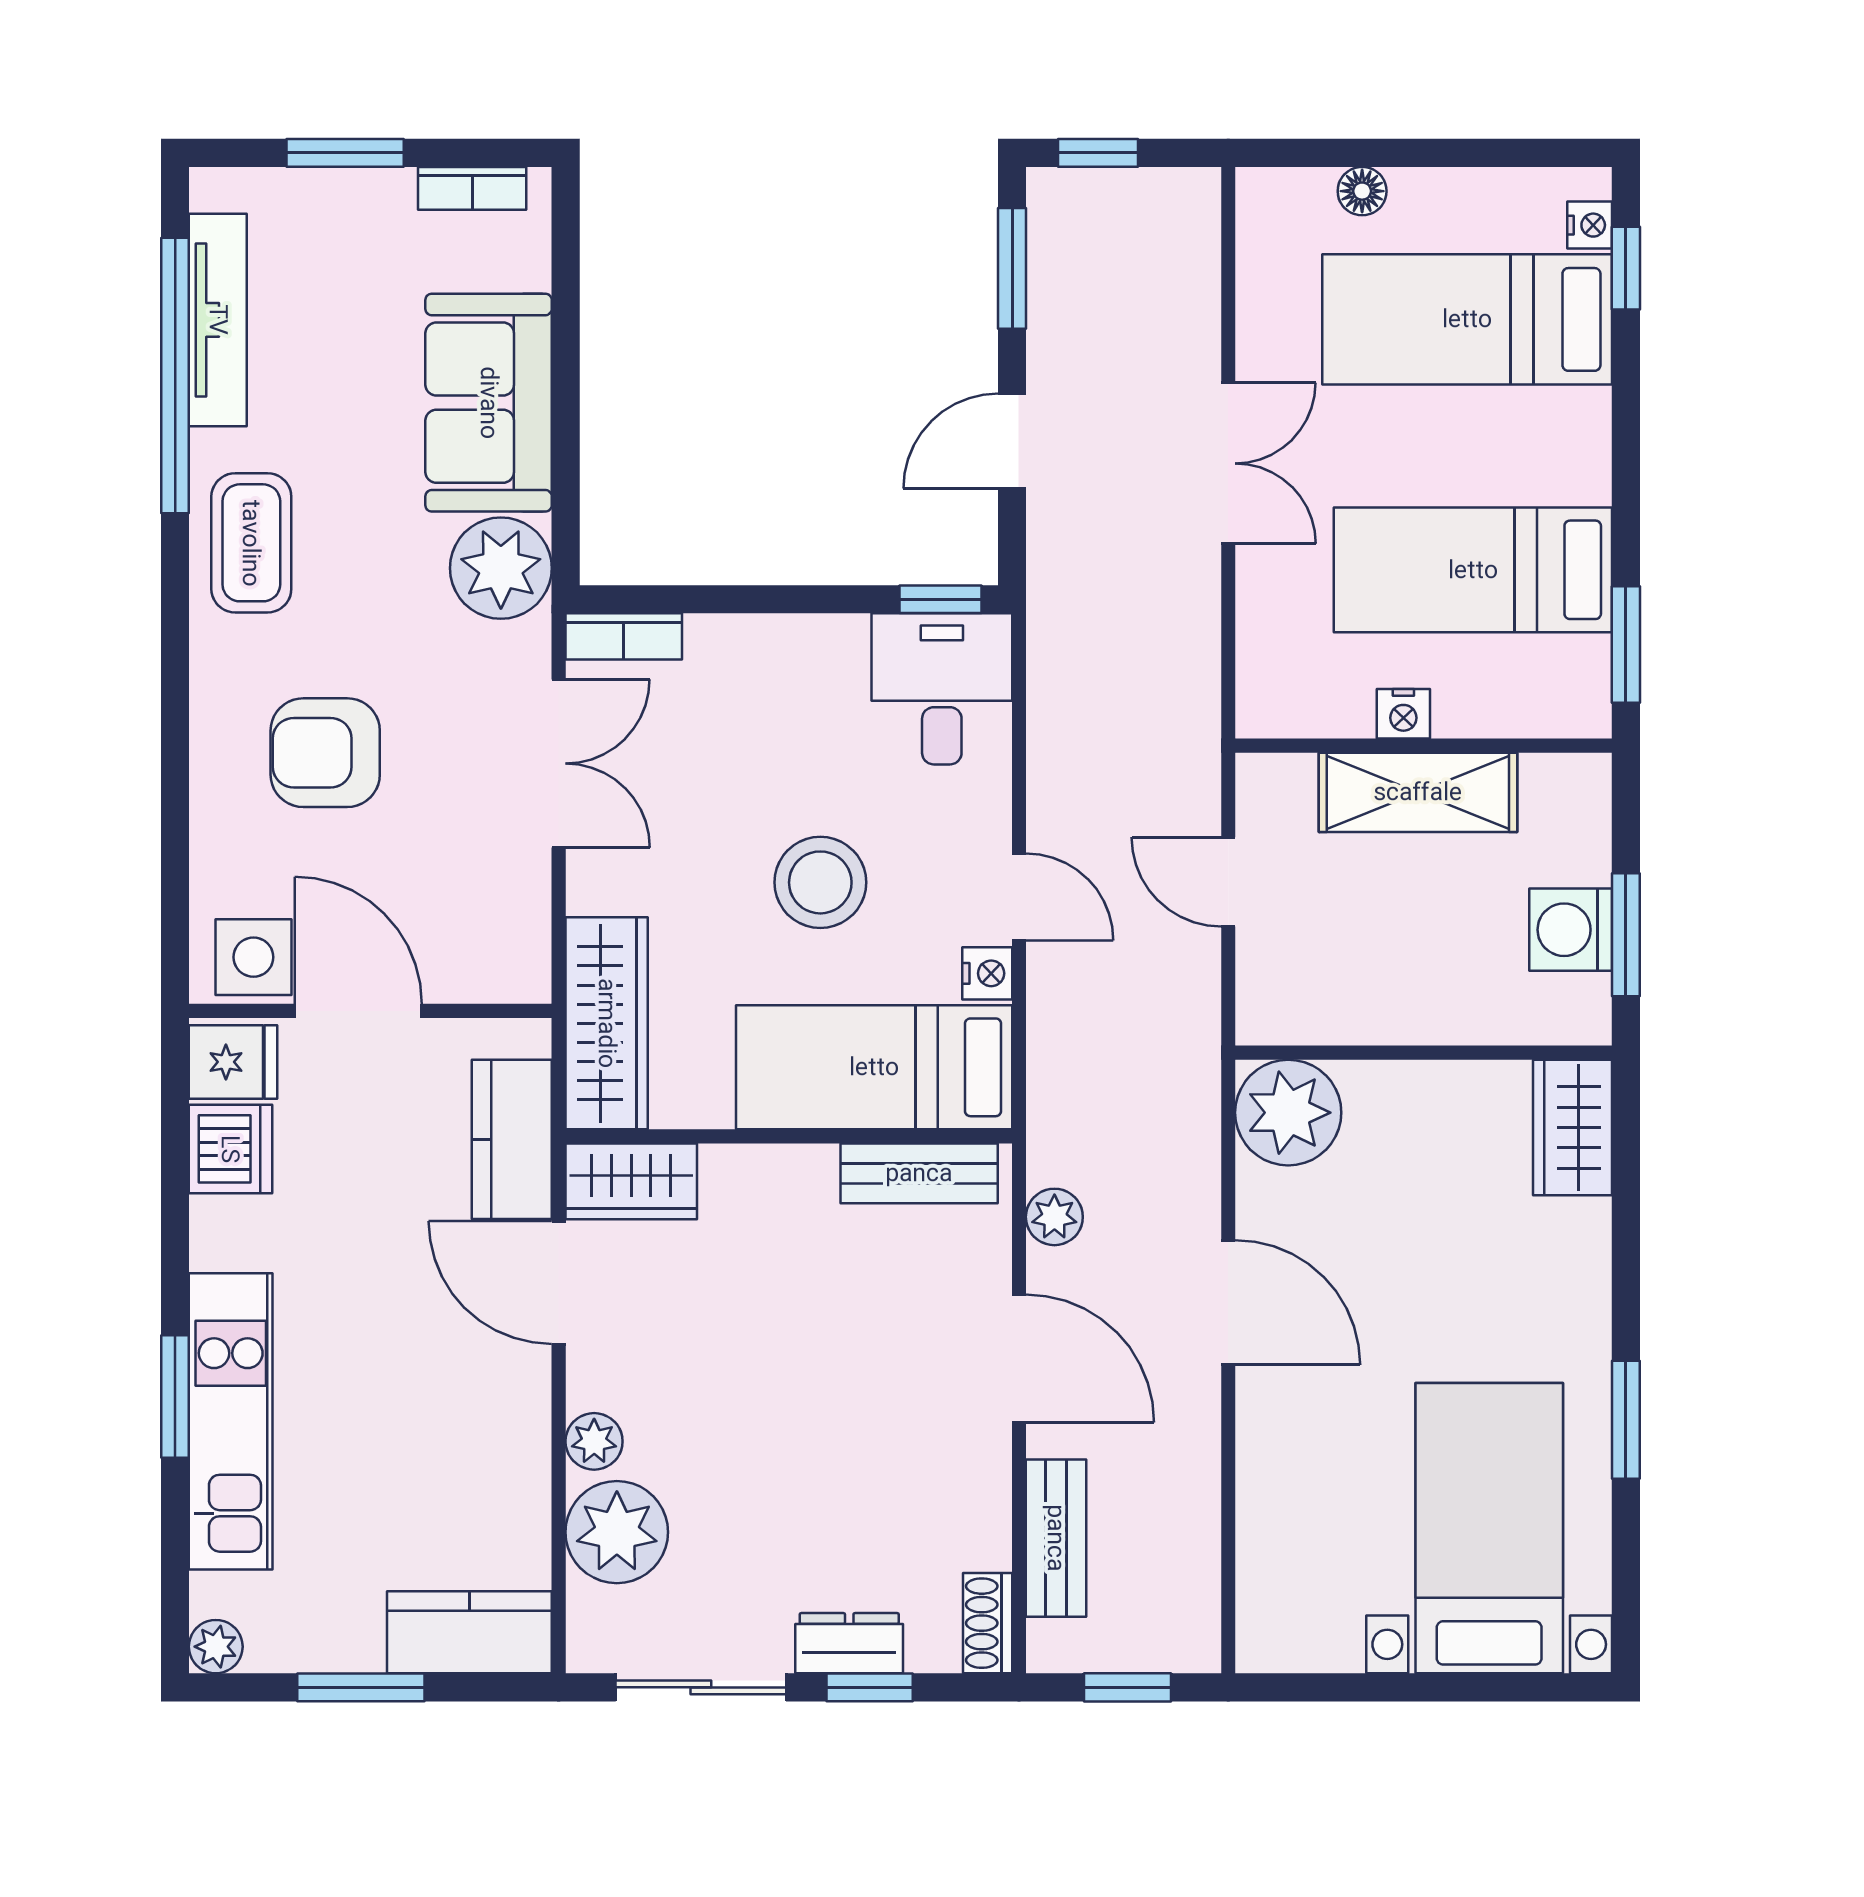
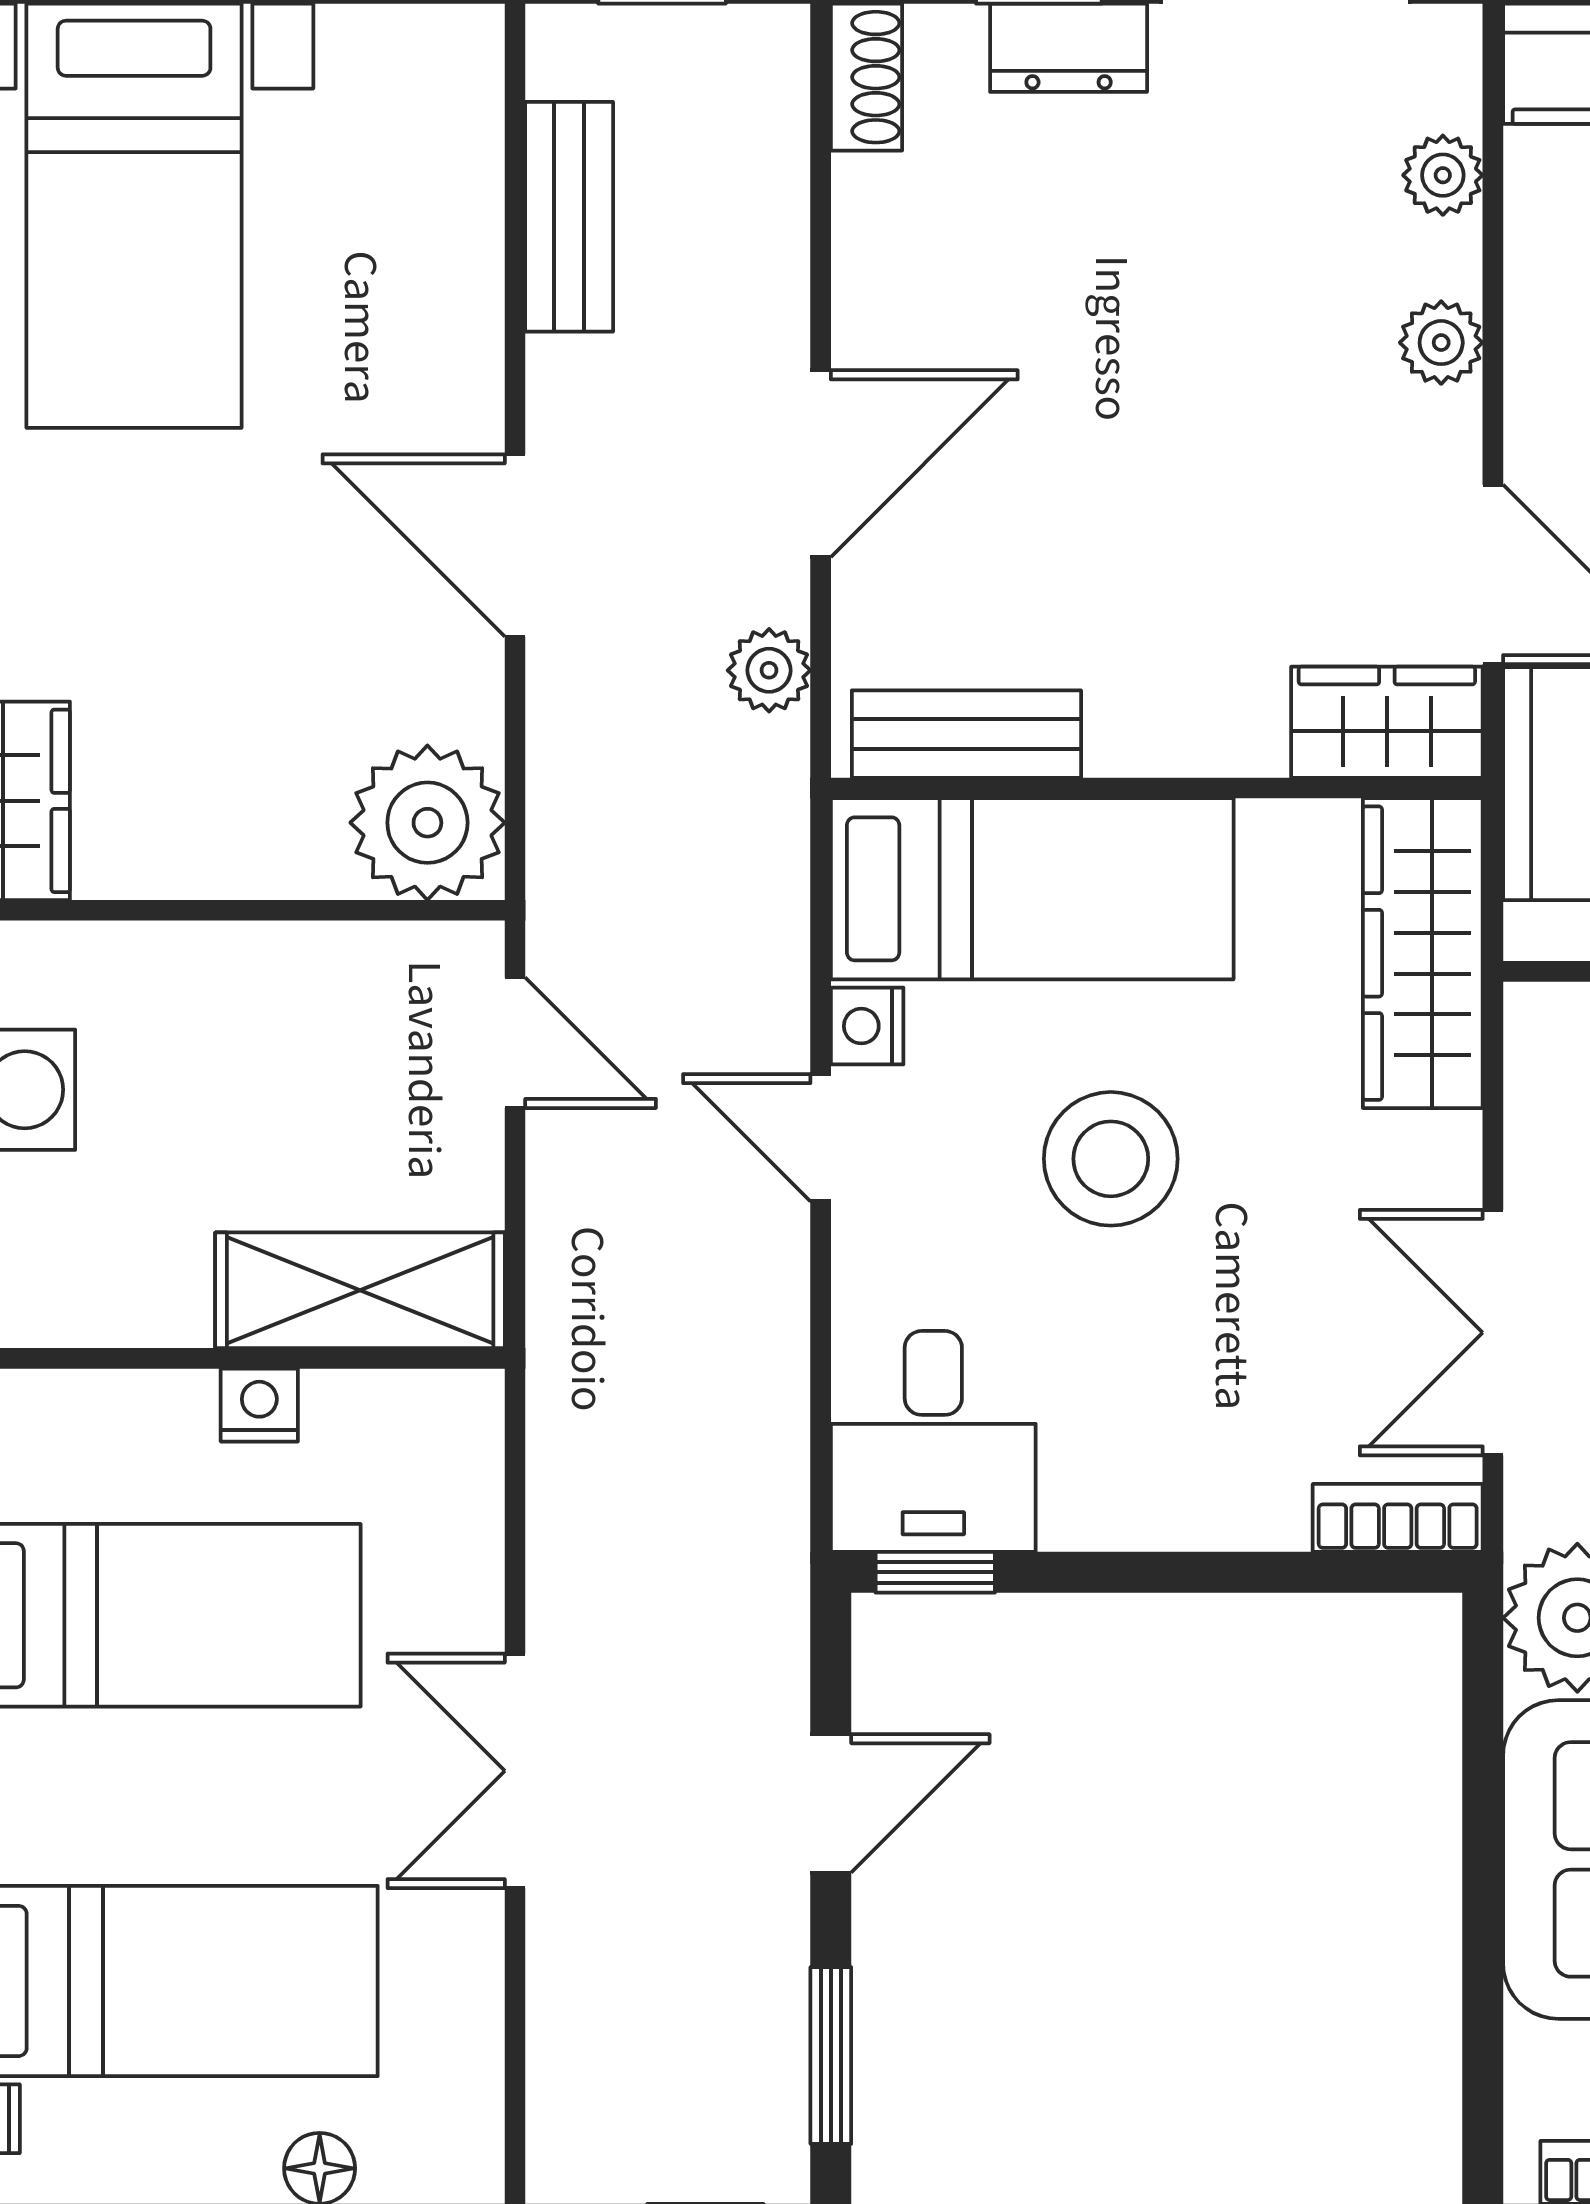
shelving: (1418, 792) -> (360, 1290), moved
door: (1228, 882) -> (515, 1043), moved
door: (1019, 1358) -> (821, 464), swing flipped
plant: (617, 1532) -> (1443, 175), width x0.53, depth x0.53
bench: (1056, 1538) -> (569, 217), moved

